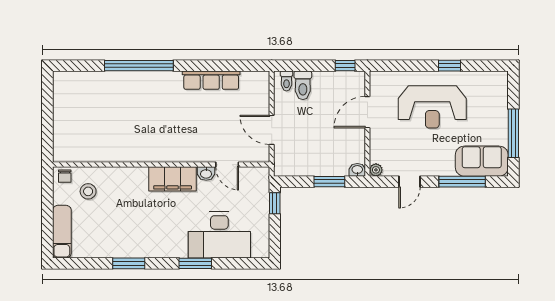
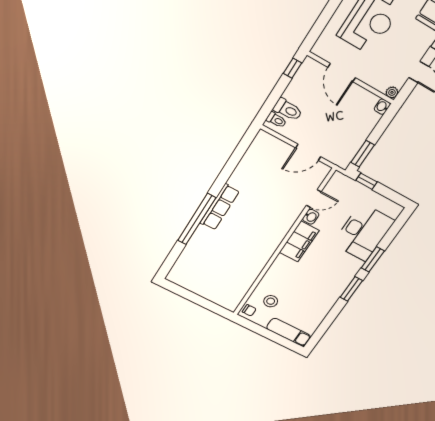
row of seats: (211, 80) -> (220, 207), moved
window: (329, 182) -> (363, 154), moved
window: (129, 263) -> (351, 289), moved

